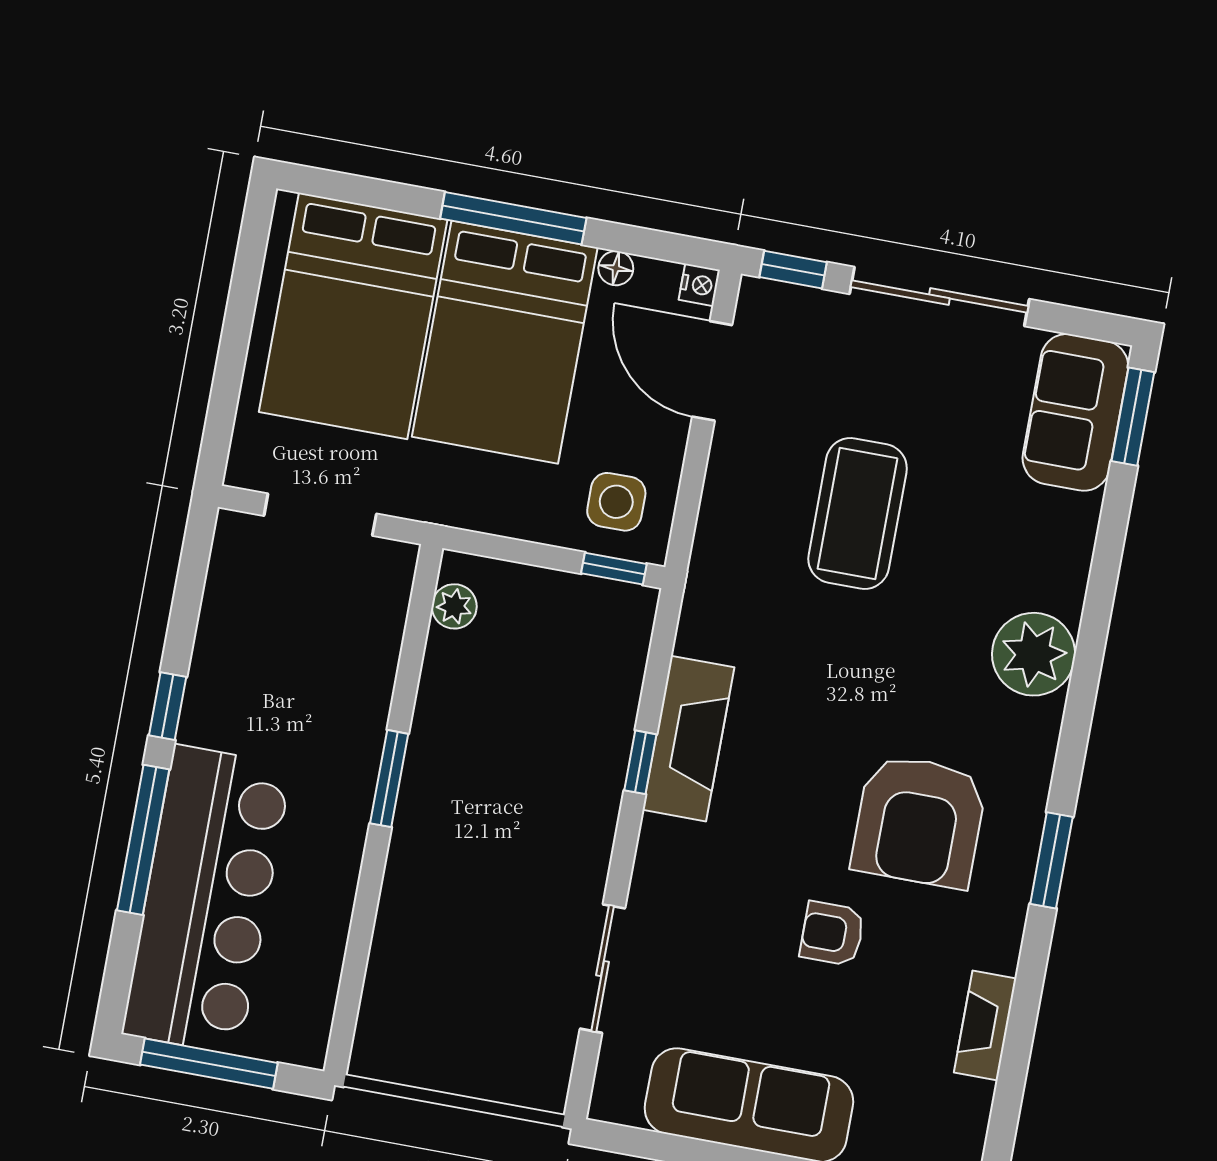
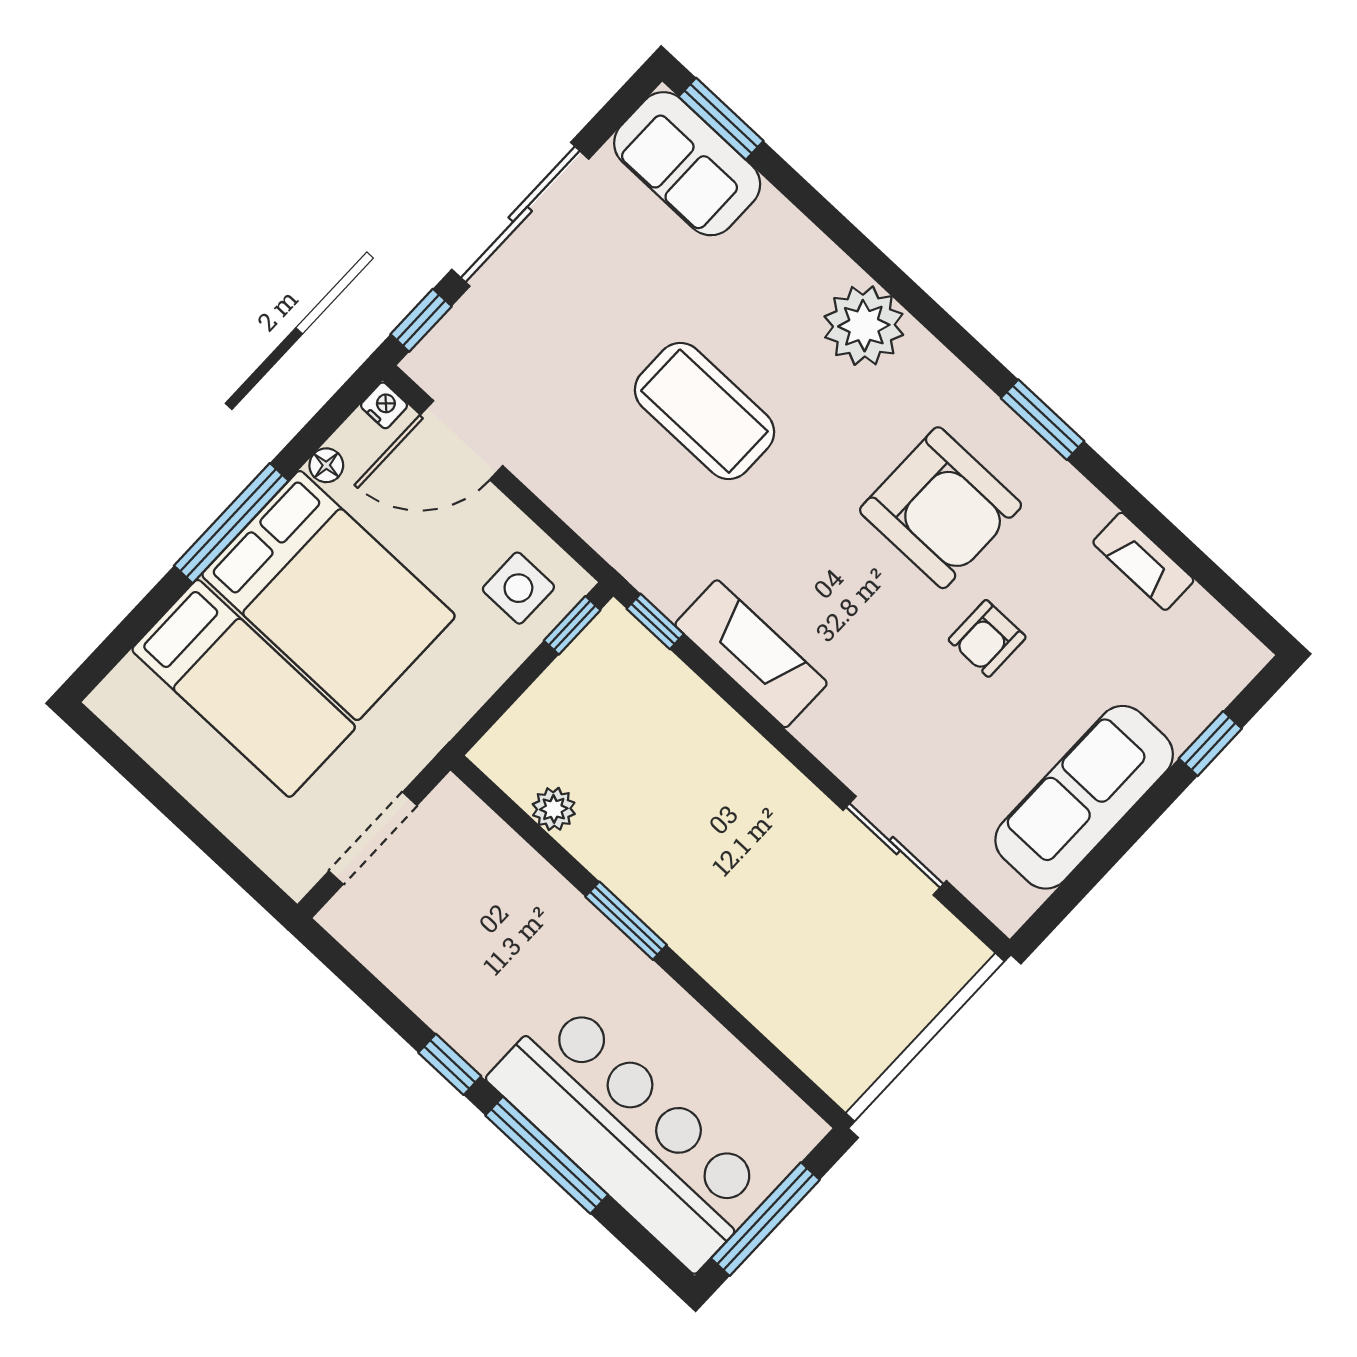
bed: (353, 316) -> (244, 688), width x0.67
coffee table: (858, 513) -> (704, 411), moved
plant: (454, 606) -> (554, 809), moved
window: (640, 762) -> (655, 621), moved

